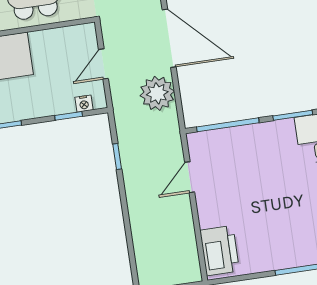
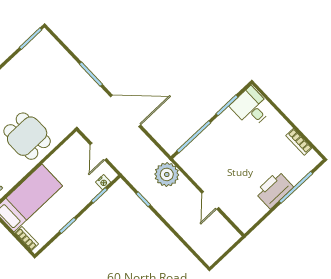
plant: (157, 93) -> (167, 174), moved
door: (190, 177) -> (210, 200), moved
printer: (220, 251) -> (274, 190), moved, turned -90

